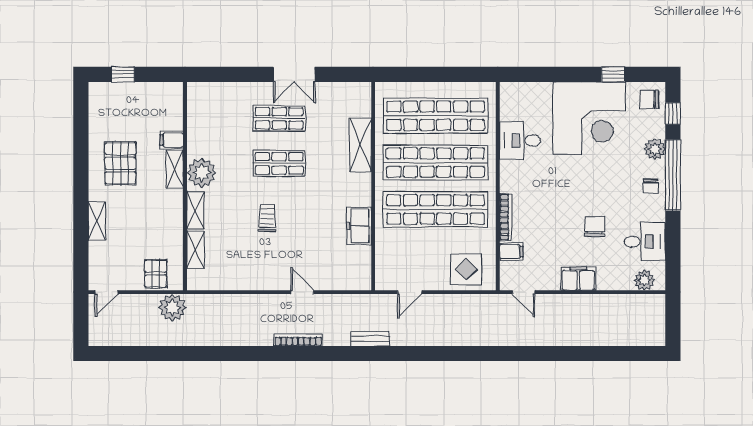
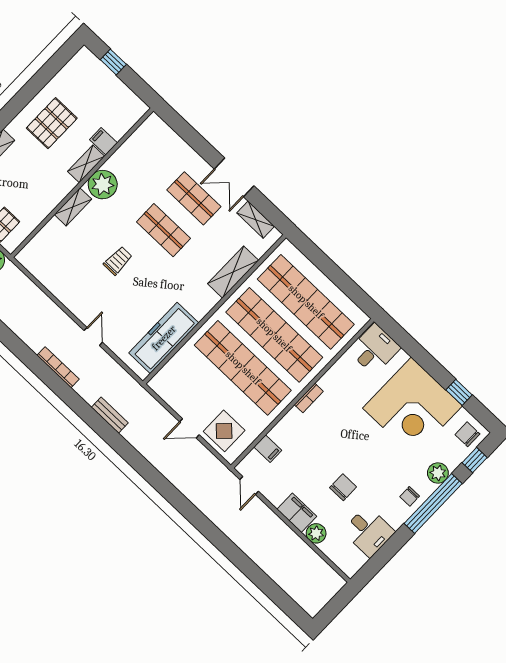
desk: (520, 141) -> (374, 349), moved, turned 90
bookcase: (506, 217) -> (309, 398), moved, width x0.64
freezer: (359, 226) -> (164, 338), width x1.91, depth x1.26
shelving: (195, 250) -> (256, 220), moved, turned 90
plant: (644, 280) -> (316, 533), moved
door: (410, 292) -> (189, 428), moved

